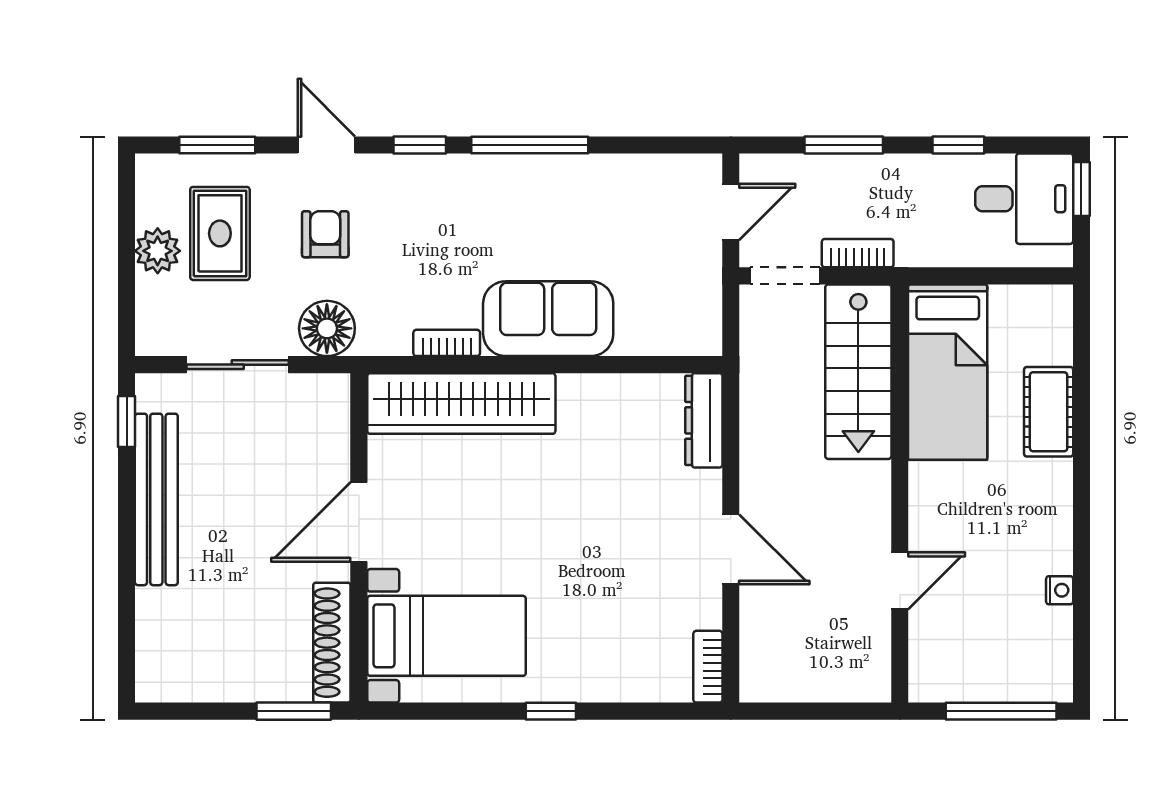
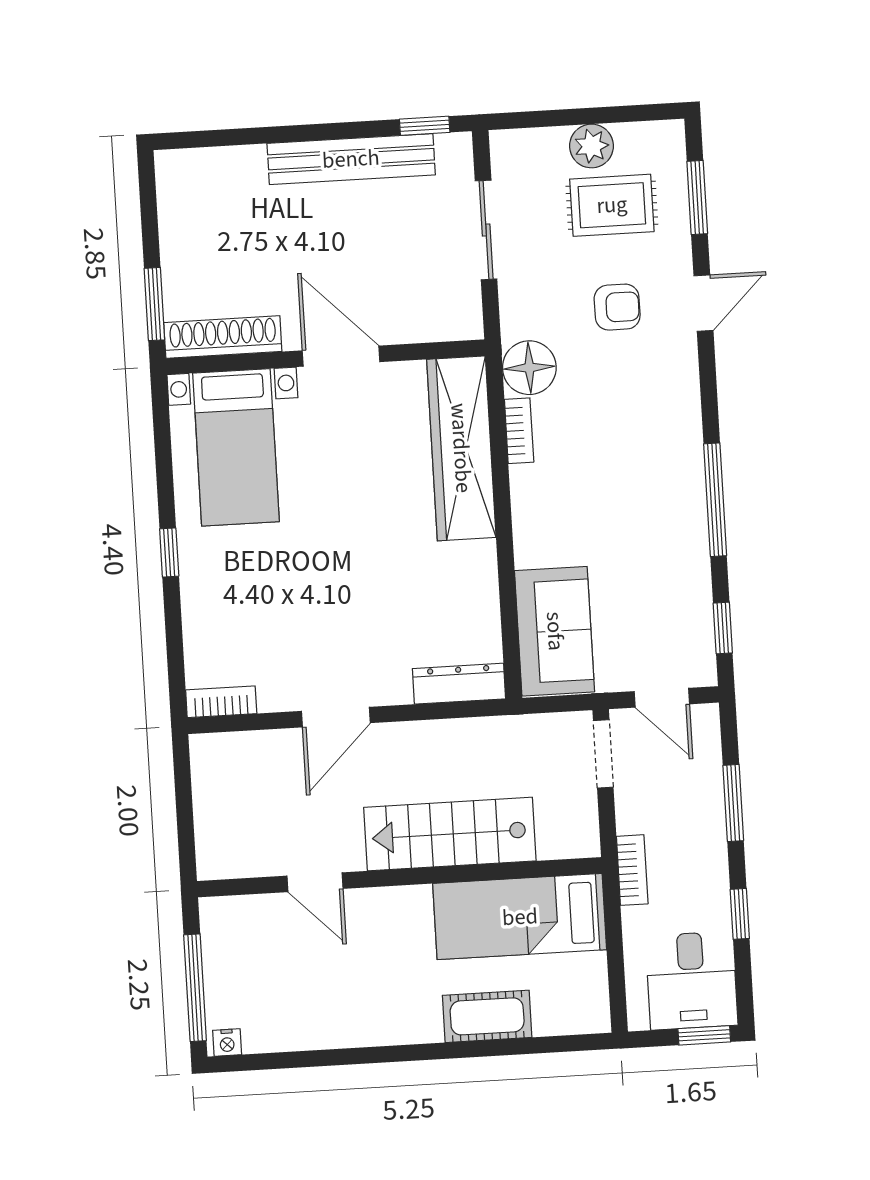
window: (420, 145) -> (723, 628), moved
bookcase: (858, 253) -> (632, 870), moved
sofa: (548, 319) -> (555, 631), moved
floor lamp: (327, 328) -> (529, 368), moved
stairs: (858, 372) -> (450, 834), moved
nightstand: (1060, 590) -> (227, 1043), moved

